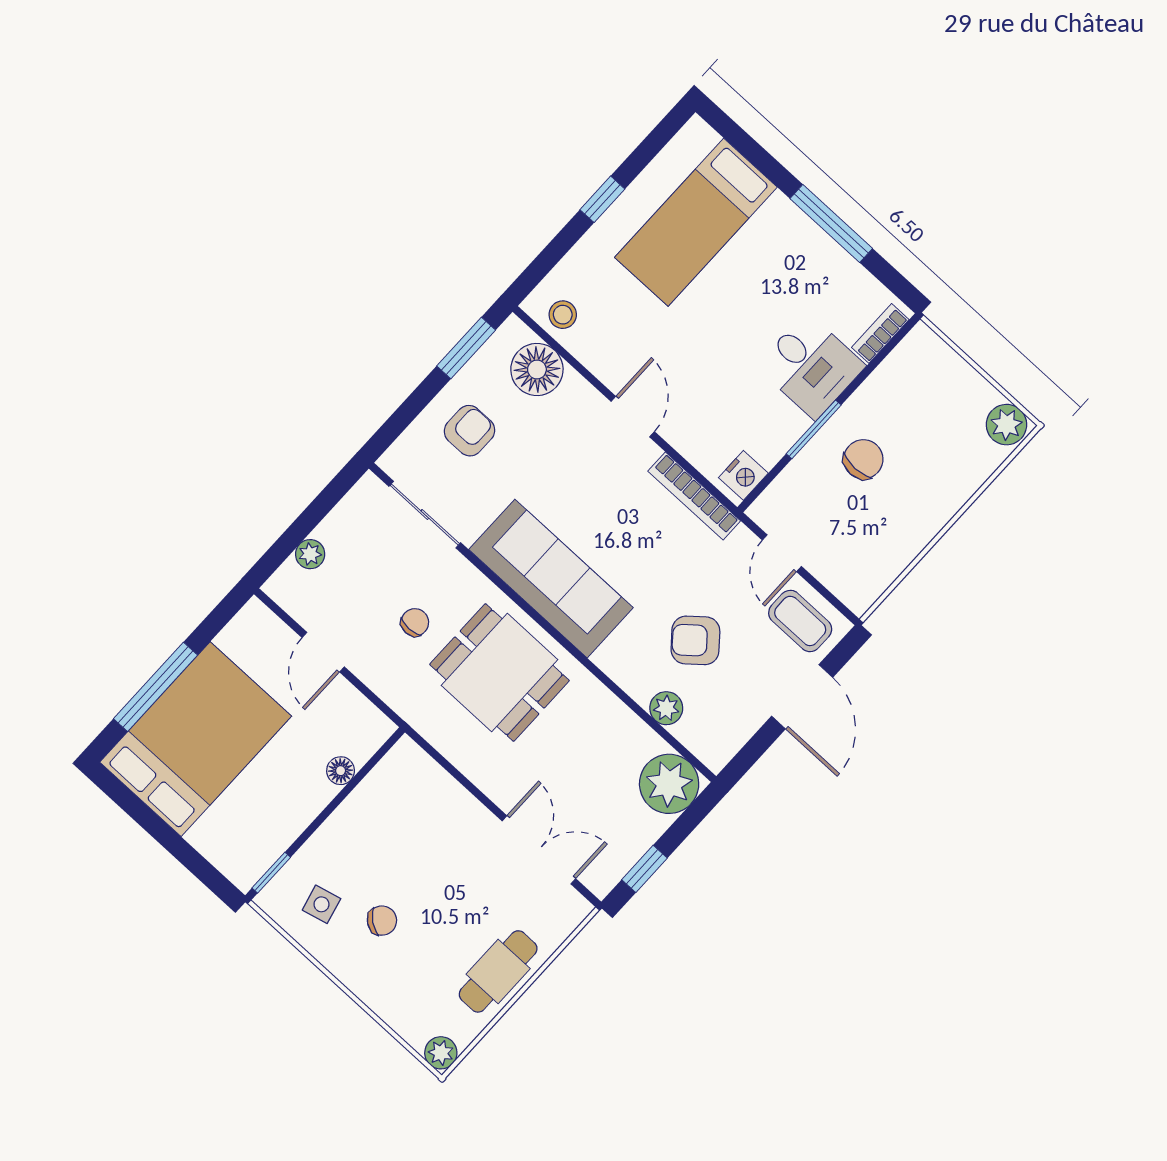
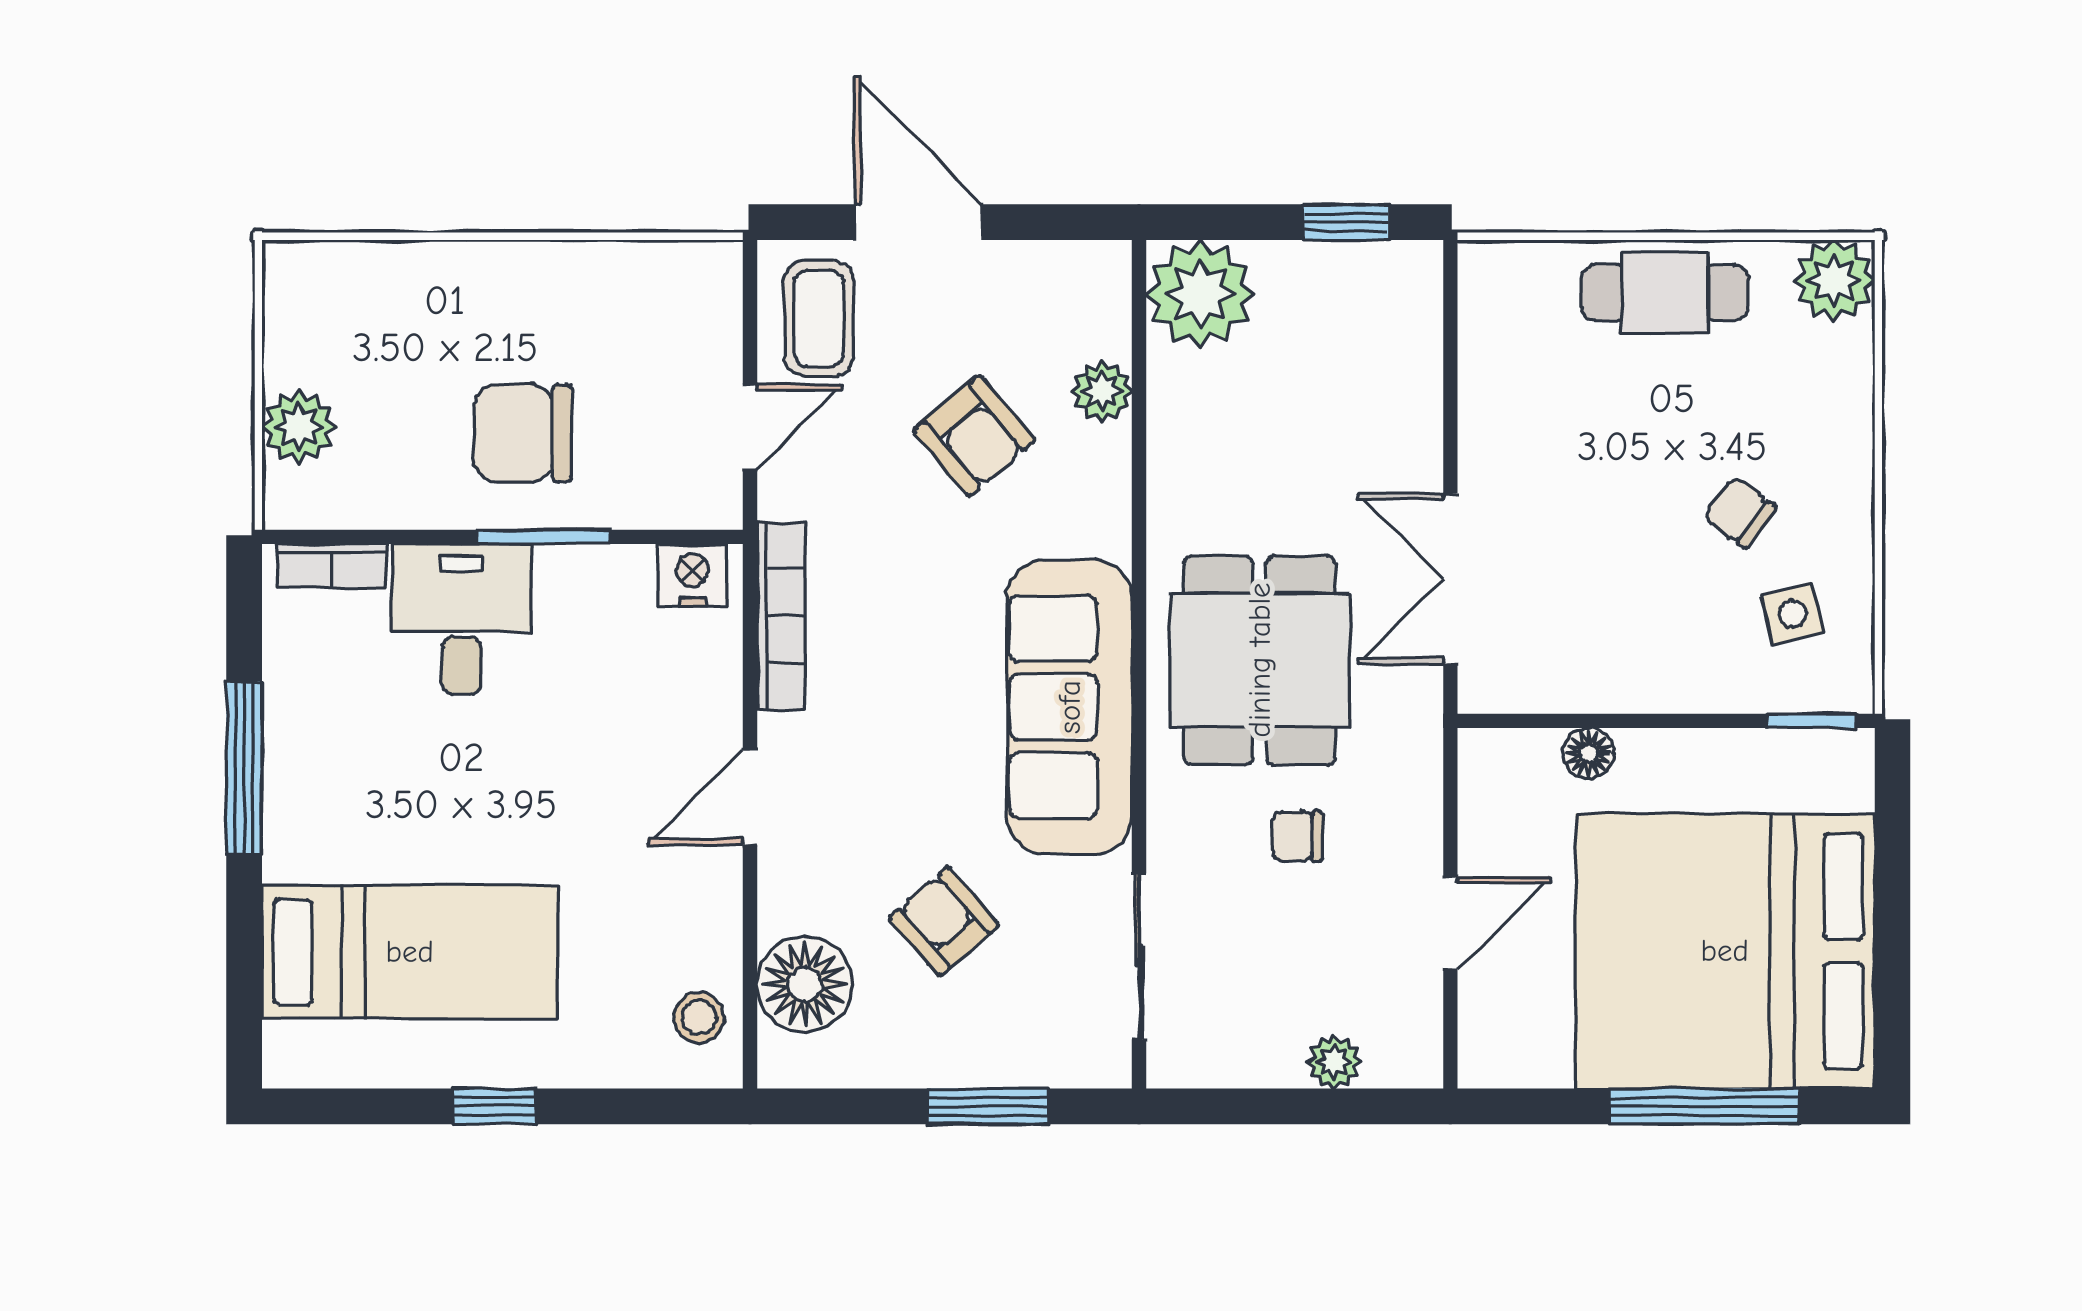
window: (466, 348) -> (988, 1106), moved
plant: (1006, 425) -> (299, 427), moved
armchair: (470, 431) -> (944, 921), moved, turned 49
chair: (863, 459) -> (523, 433), width x1.37, depth x1.37
door: (802, 697) -> (918, 222), hinge flipped
bed: (196, 739) -> (1725, 951), width x1.36
double door: (539, 850) -> (1450, 579), moved
plant: (441, 1053) -> (1834, 280), width x1.38, depth x1.38

